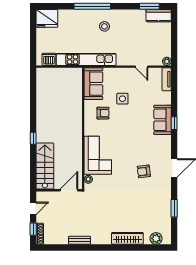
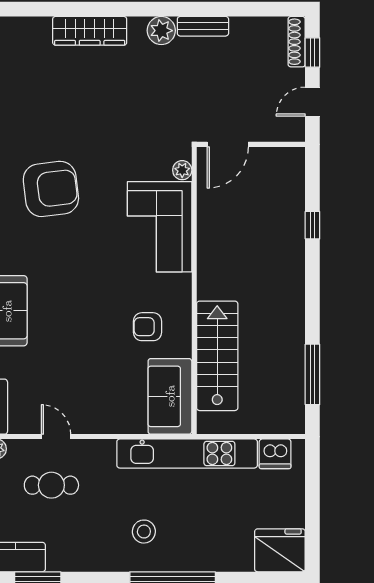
cafe table: (144, 46) -> (51, 485), added
window: (33, 93) -> (312, 374), added
side table: (122, 99) -> (101, 361), removed
window: (33, 138) -> (312, 225), moved
stairs: (45, 166) -> (217, 356), moved, turned 180
armchair: (144, 171) -> (51, 189), width x1.88, depth x1.88
plant: (156, 238) -> (161, 31), moved

